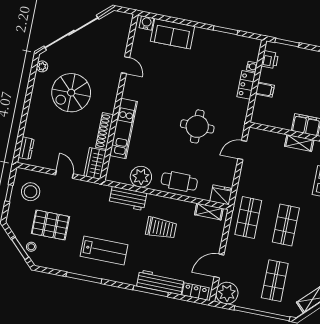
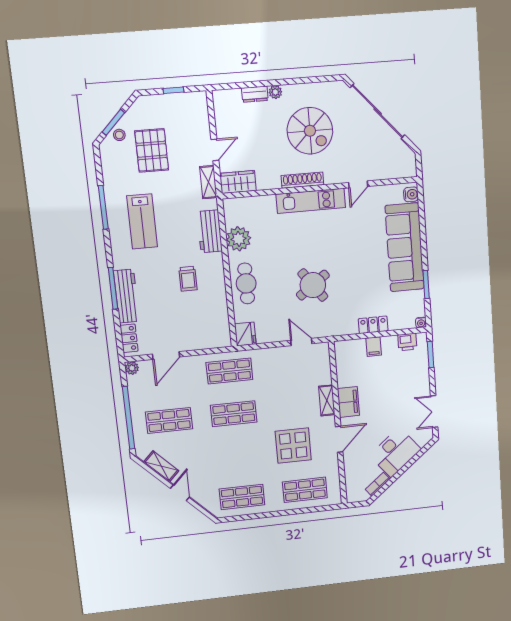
sofa: (172, 34) -> (405, 247), width x1.85, depth x1.27
plant: (42, 66) -> (275, 92), moved
water cooler: (252, 67) -> (421, 322), moved
spiral stairs: (71, 93) -> (310, 131), turned 180
round table: (197, 126) -> (313, 285), turned -36
kitchen unit: (123, 128) -> (311, 201), moved
shoe rack: (105, 131) -> (302, 180), moved
dresser: (26, 148) -> (255, 94), moved
stool: (31, 192) -> (183, 116), removed
shelving: (209, 212) -> (208, 182), moved
trolley: (161, 228) -> (188, 279), width x0.73, depth x0.72
door: (219, 266) -> (166, 355), swing flipped
plant: (227, 293) -> (132, 368), width x0.53, depth x0.53

